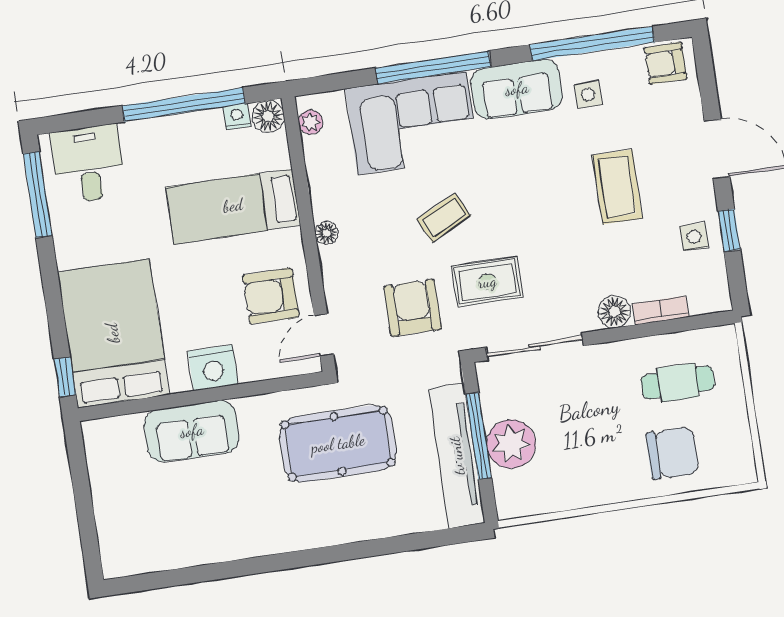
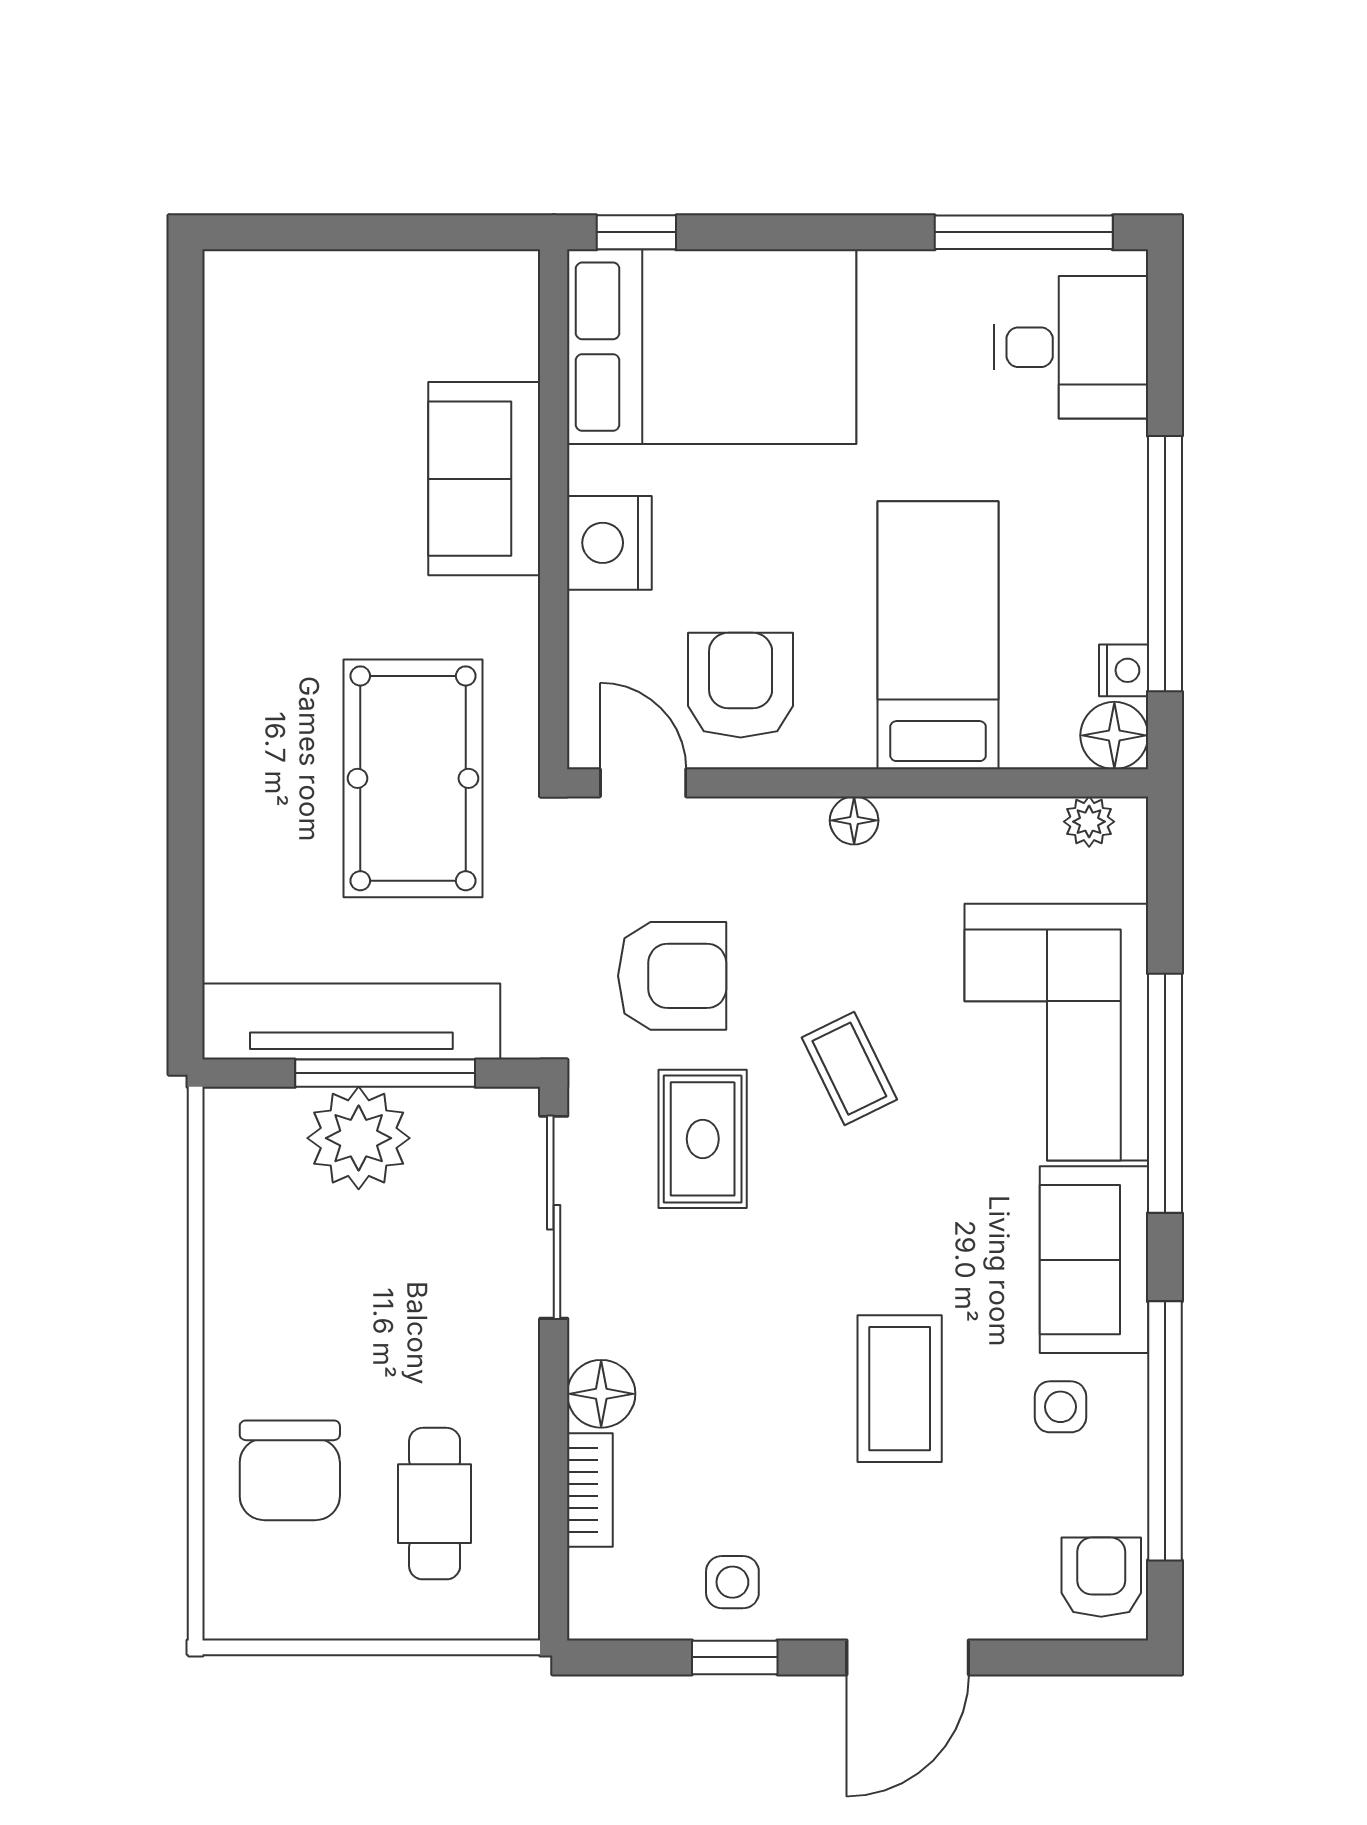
coffee table: (617, 187) -> (900, 1389), moved, turned 90

